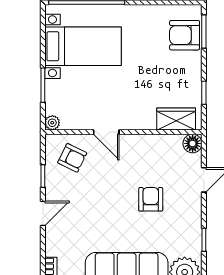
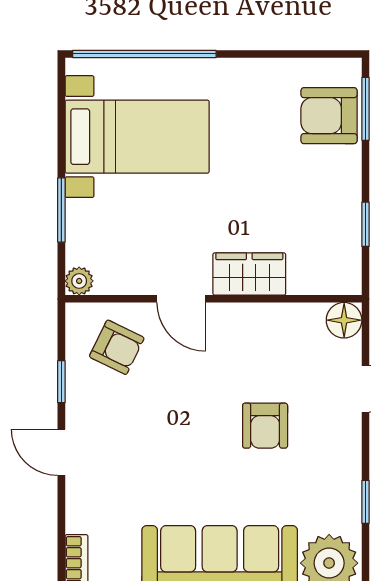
wardrobe: (176, 119) -> (249, 274), moved
armchair: (151, 199) -> (265, 426), turned 180
door: (43, 213) -> (61, 452), swing flipped

